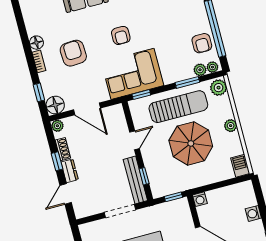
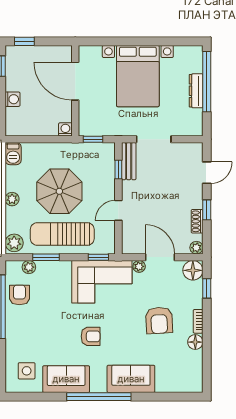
armchair: (121, 35) -> (91, 336), moved, turned 90
plant: (212, 67) -> (139, 266), moved
dresser: (70, 171) -> (196, 196), removed
bench: (135, 180) -> (129, 161), width x0.73

